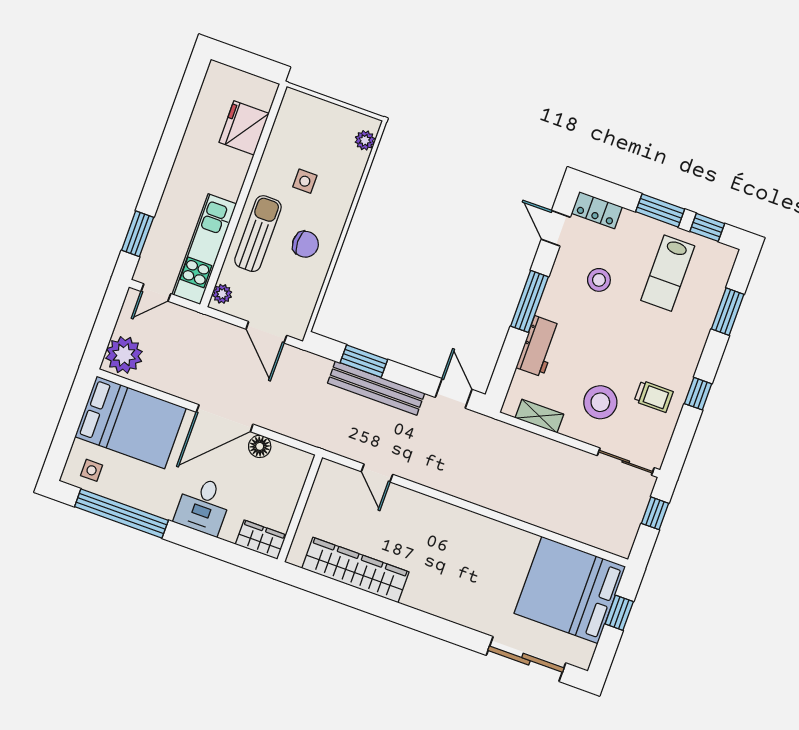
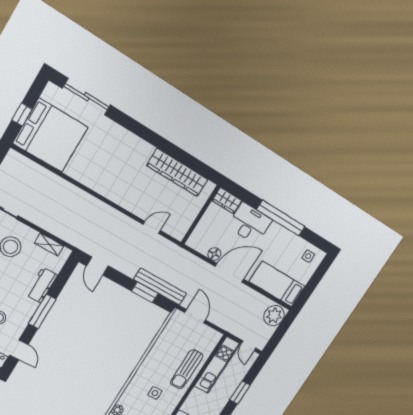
window: (138, 234) -> (240, 393), moved
chair: (305, 244) -> (162, 360), removed
door: (156, 293) -> (249, 346), swing flipped
plant: (222, 294) -> (214, 340), removed
bench: (376, 388) -> (160, 287), moved
bed: (131, 422) -> (277, 284), width x0.67
door: (377, 473) -> (152, 227), hinge flipped
desk: (203, 506) -> (250, 223), width x1.37
window: (121, 513) -> (281, 218), moved

